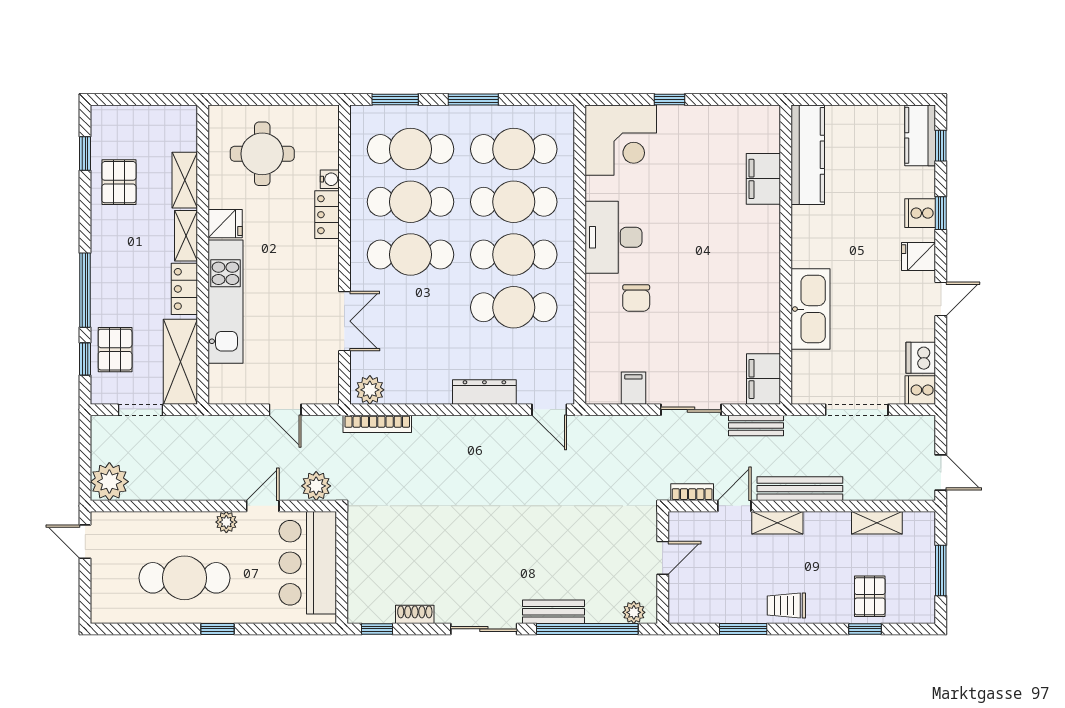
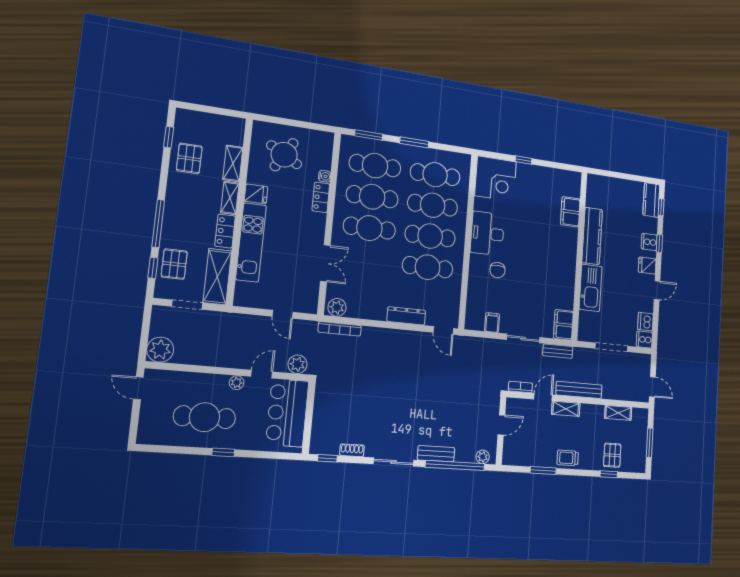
round table: (262, 154) -> (284, 155), turned 30
kitchen counter: (808, 155) -> (592, 236), moved

